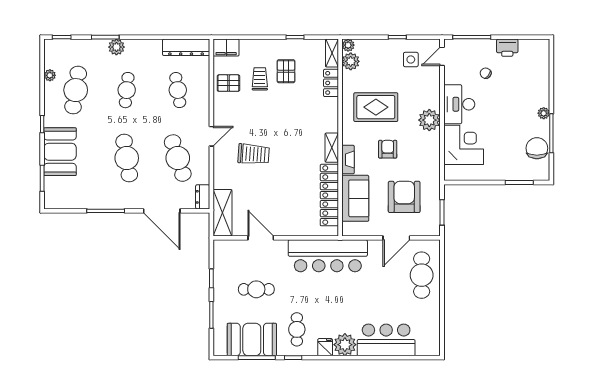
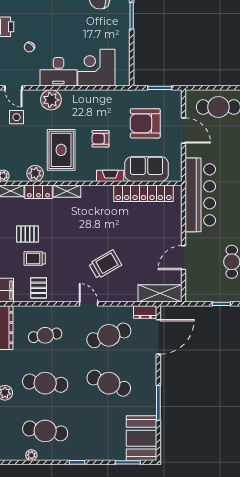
plant: (351, 61) -> (35, 173), moved
cafe table: (127, 90) -> (45, 383), width x1.37, depth x1.35
plant: (429, 120) -> (51, 100), moved
shelving: (332, 148) -> (67, 191), moved
booth: (60, 152) -> (142, 438), moved, turned 90
trolley: (254, 154) -> (105, 264), turned 56
cafe table: (127, 158) -> (109, 383), turned 30
door: (162, 211) -> (158, 337), moved

